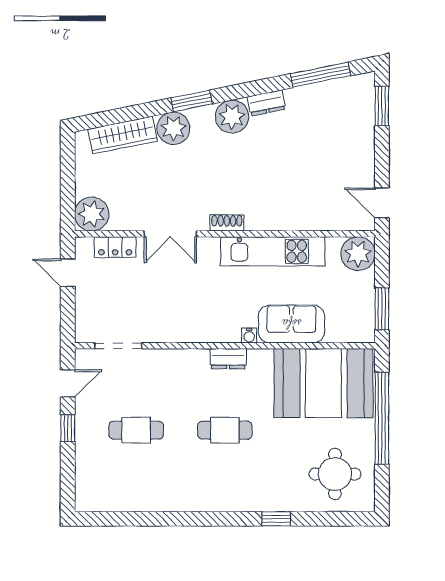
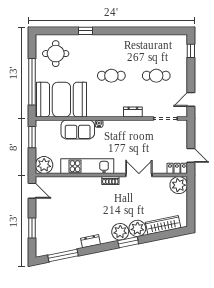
window: (382, 106) -> (32, 228), moved
plant: (232, 117) -> (120, 232), moved
locker: (115, 247) -> (177, 168), moved
dresser: (228, 359) -> (133, 112), moved
window: (68, 428) -> (191, 51), moved

